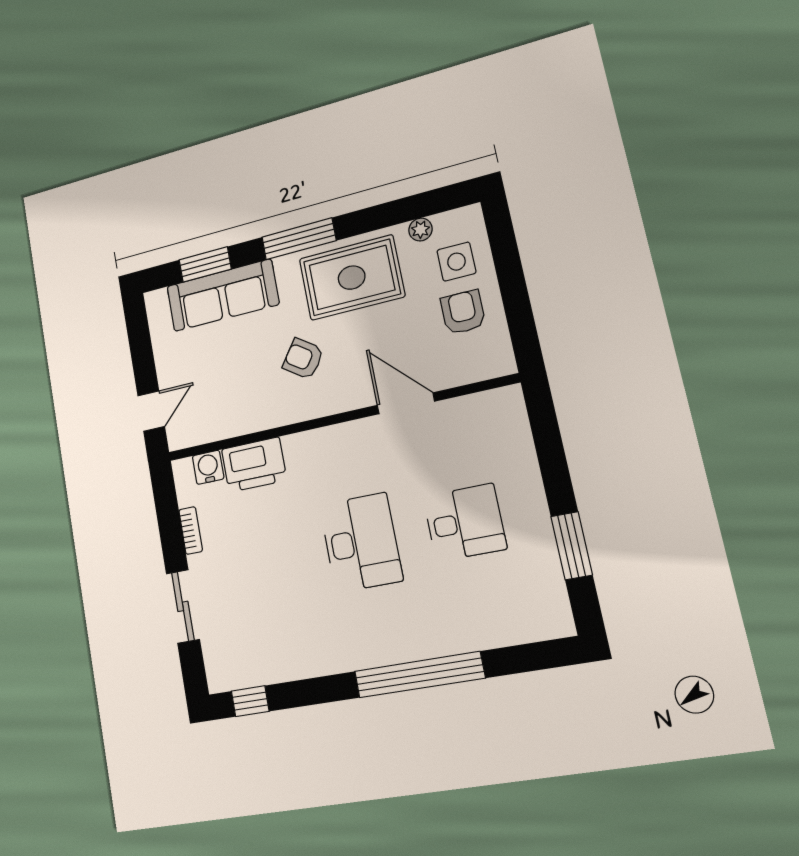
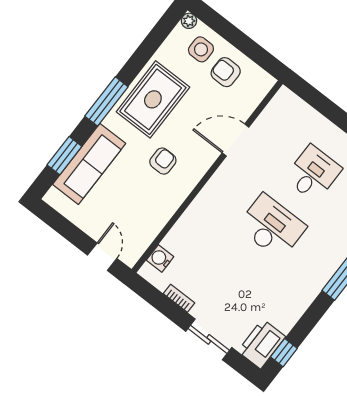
plant: (420, 230) -> (189, 21), moved
armchair: (303, 359) -> (163, 161), turned 145
printer: (254, 465) -> (262, 344), moved, turned 180

